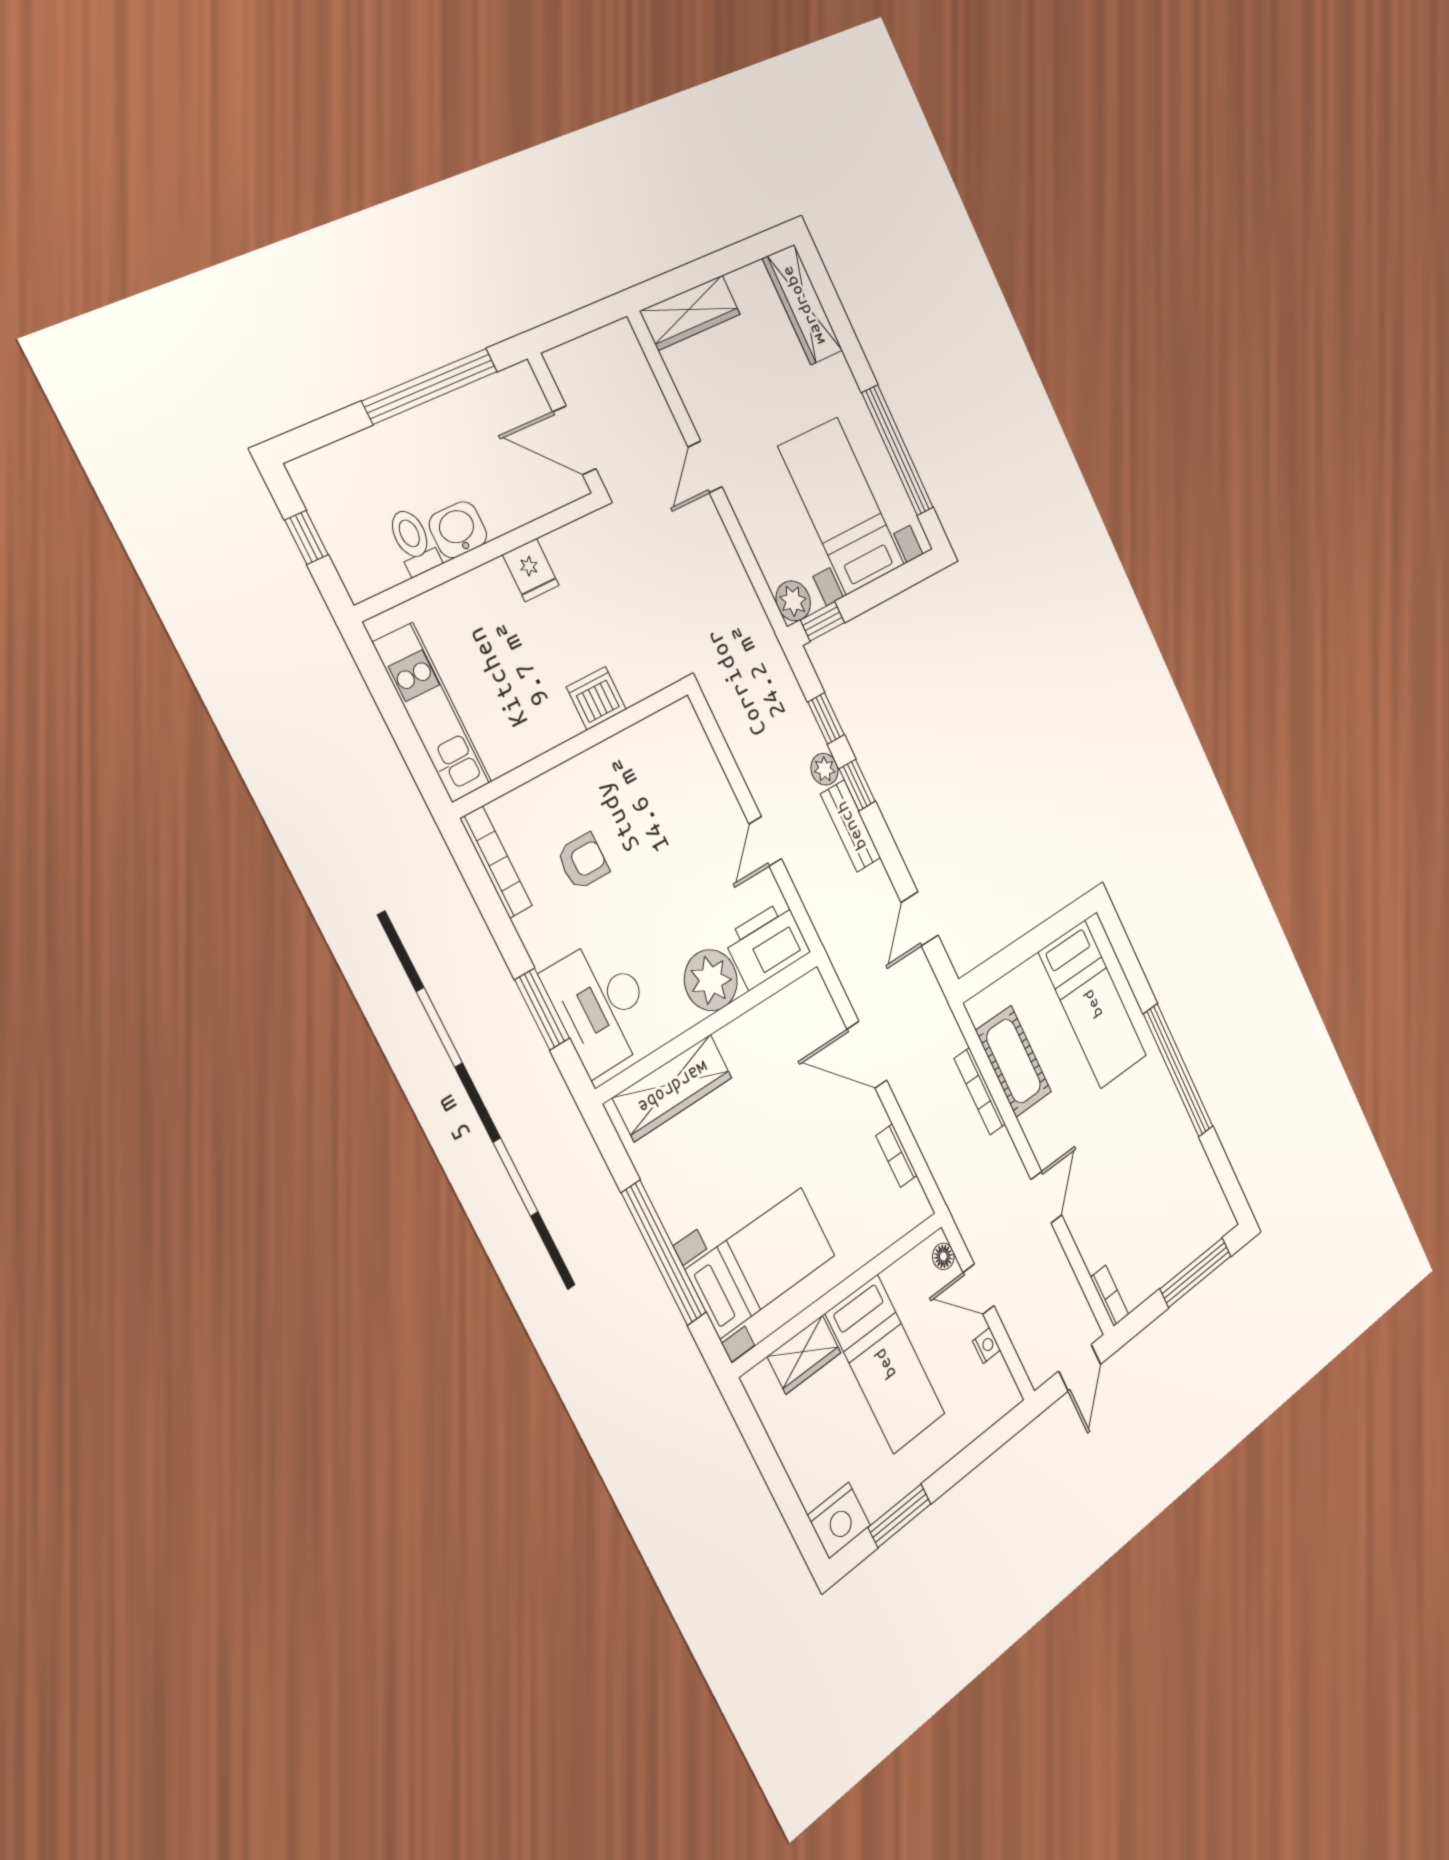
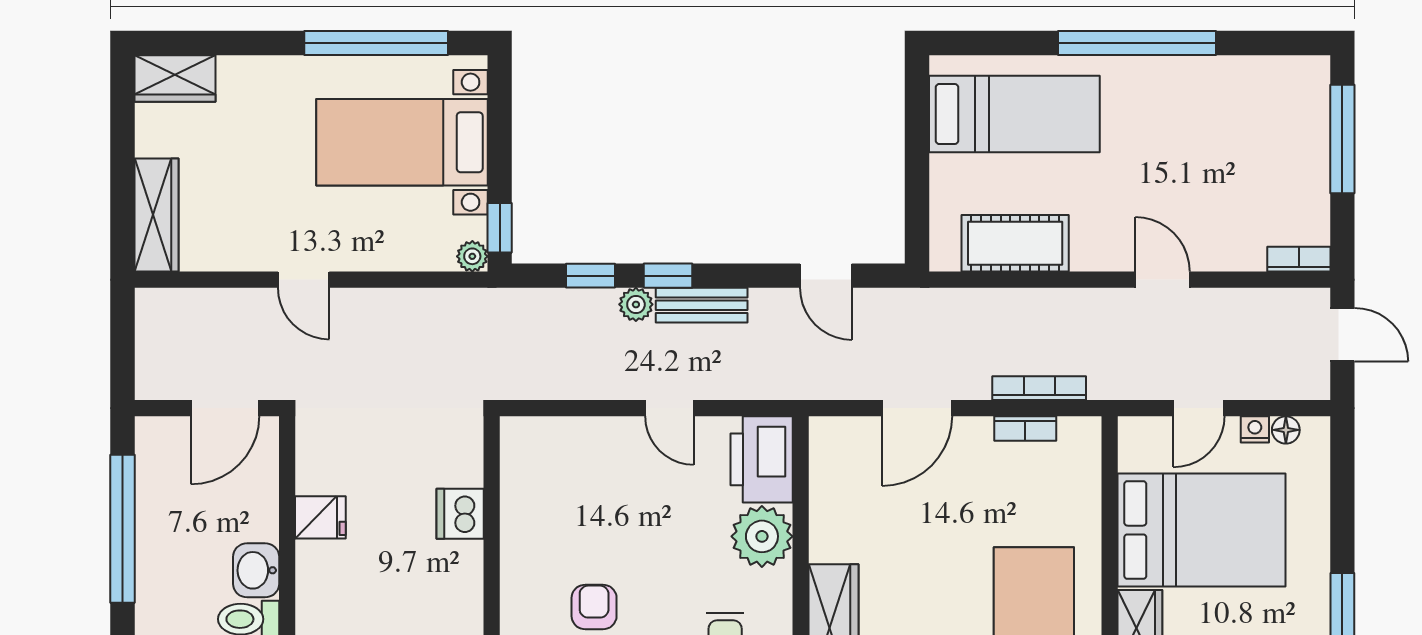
wardrobe: (803, 305) -> (175, 78), width x0.67
plant: (793, 601) -> (472, 256), width x0.73, depth x0.73
bookcase: (980, 1091) -> (1039, 388), moved, turned 180
floor lamp: (943, 1256) -> (1286, 430), moved
bed: (885, 1364) -> (1202, 530), width x1.50

